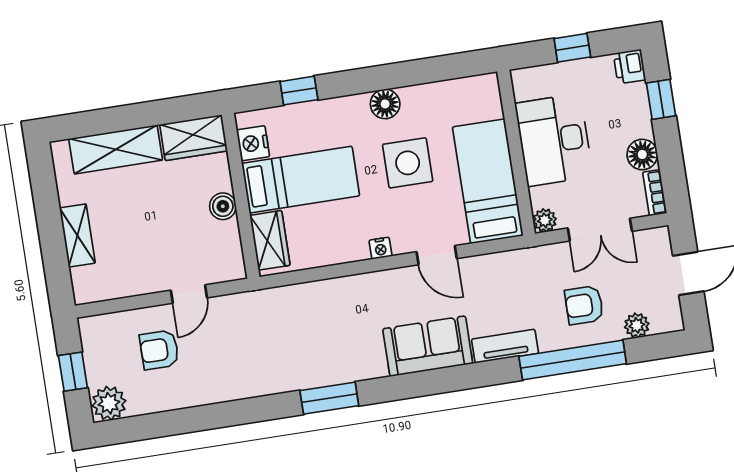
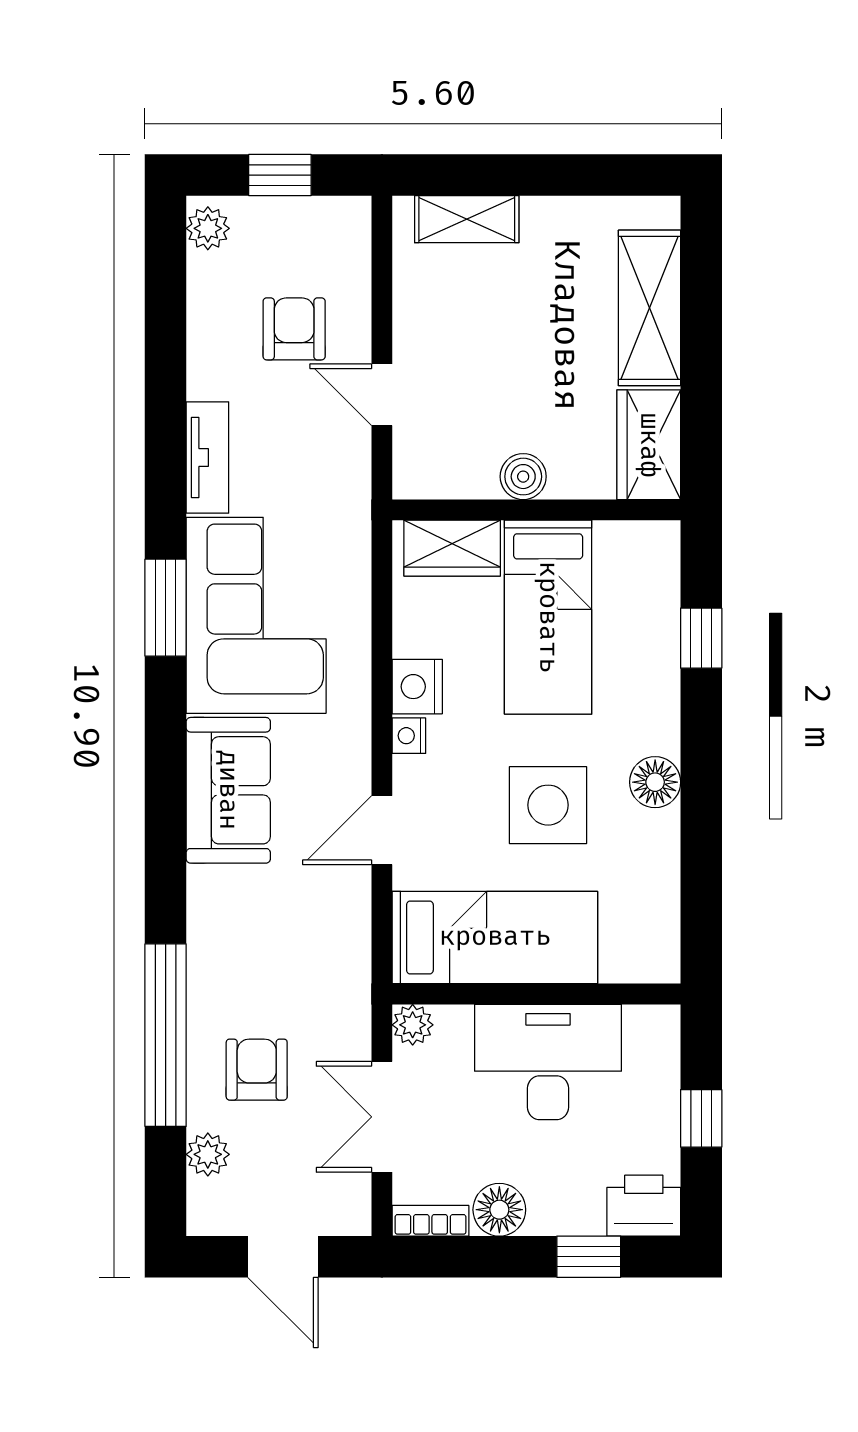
printer: (630, 67) -> (644, 1206), width x1.36, depth x1.24
nightstand: (253, 143) -> (417, 687), moved, turned -90
shelving: (77, 236) -> (467, 219), moved
corner sofa: (326, 346) -> (256, 615), added
tv unit: (505, 346) -> (207, 457), moved
plant: (109, 403) -> (208, 228), width x0.73, depth x0.73

